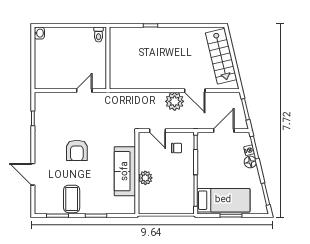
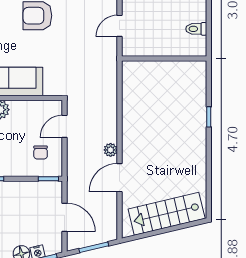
toilet: (99, 35) -> (196, 29), moved
door: (84, 91) -> (119, 26), swing flipped
plant: (175, 101) -> (111, 150), width x0.53, depth x0.53

